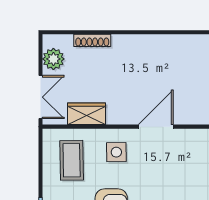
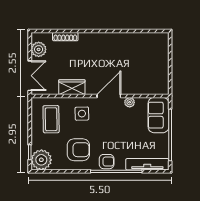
wardrobe: (87, 114) -> (72, 87), moved
plant: (186, 136) -> (130, 102), added

